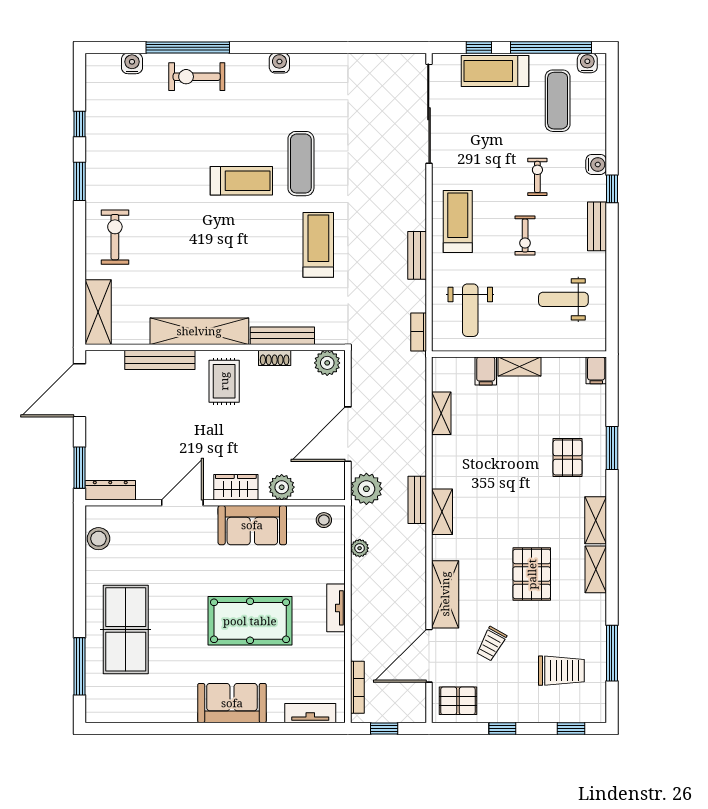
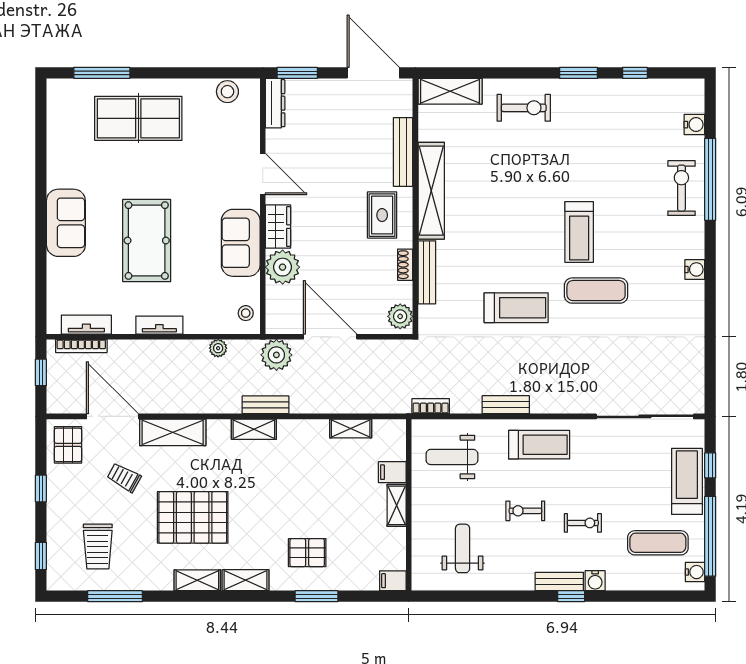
bench: (597, 226) -> (559, 581), moved
rug: (224, 381) -> (382, 215), turned 90
plant: (282, 487) -> (283, 267), width x1.36, depth x1.36
pallet: (532, 574) -> (193, 517), width x1.37, depth x1.41
tv unit: (310, 713) -> (86, 325), moved, turned -90

